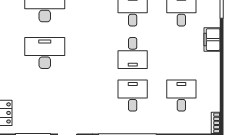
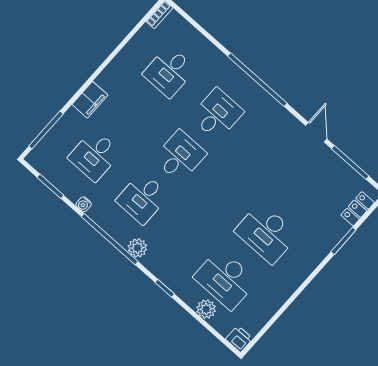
desk: (133, 96) -> (217, 114), turned 180

